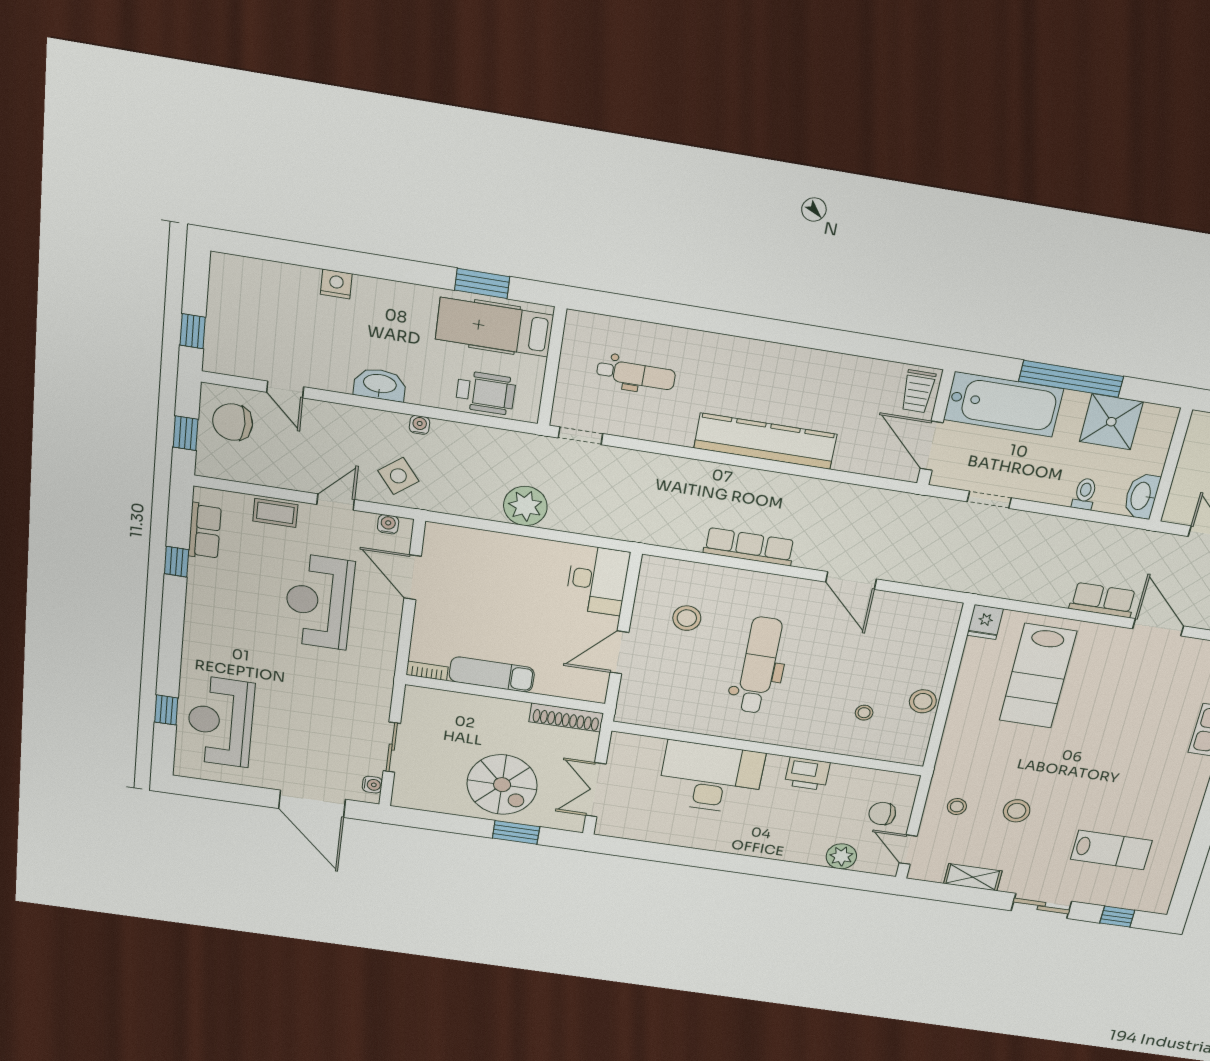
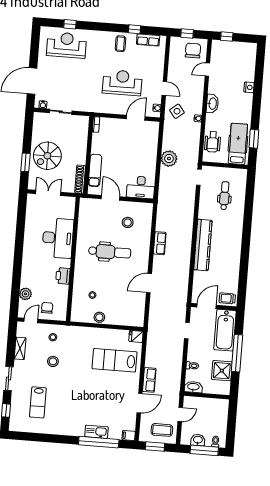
dental chair: (636, 374) -> (225, 196), turned 180
coffee table: (275, 513) -> (120, 44), moved
row of seats: (749, 547) -> (160, 243), width x0.68
exam couch: (492, 674) -> (95, 170), moved

